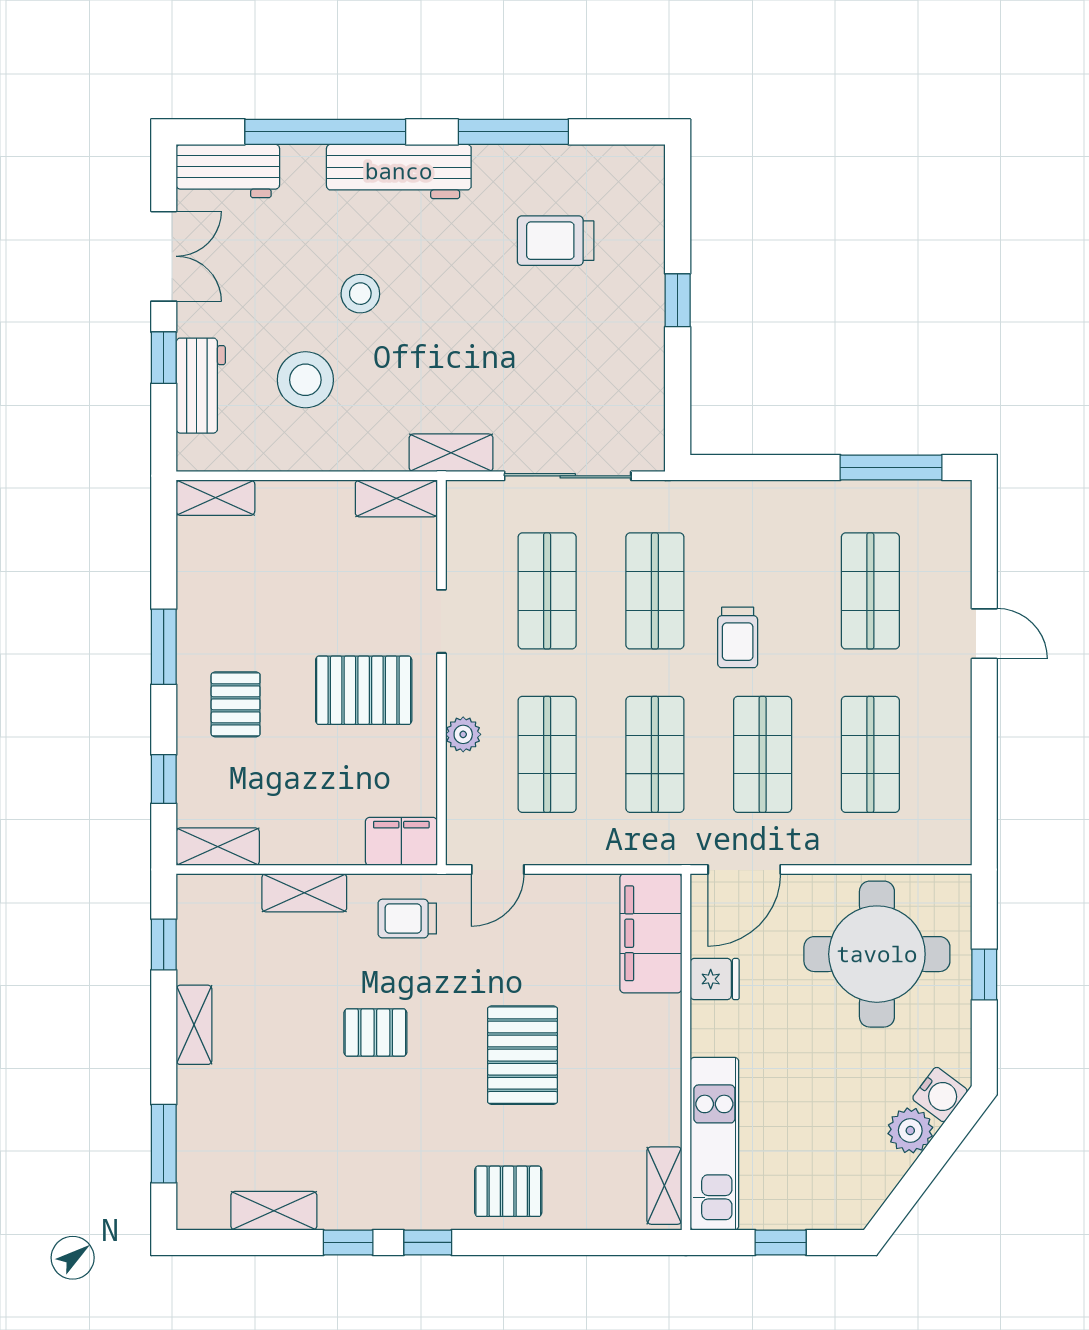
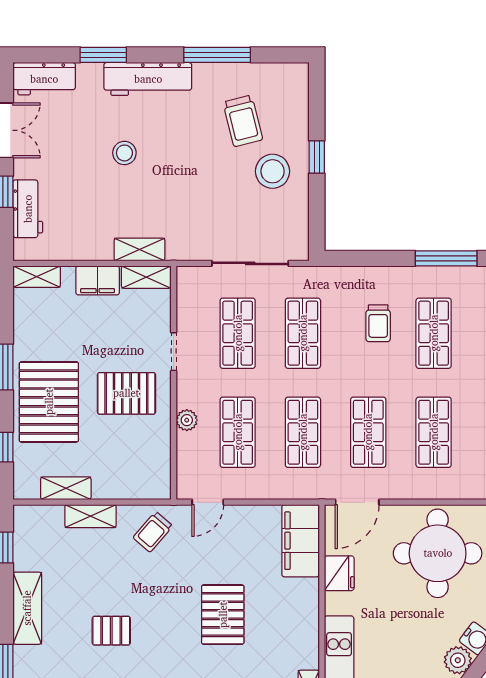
window: (325, 132) -> (103, 55), width x0.47
trolley: (556, 241) -> (243, 121), turned -104
stool: (305, 380) -> (273, 171), moved
shelving: (451, 453) -> (139, 249), moved
trolley: (738, 637) -> (378, 323), moved
pallet: (236, 704) -> (49, 402), width x2.05, depth x2.00
filing cabinet: (401, 841) -> (98, 280), moved, turned 180
shelving: (218, 847) -> (66, 488), moved
trolley: (407, 919) -> (153, 532), turned -49
fridge: (715, 979) -> (339, 573), width x1.38
shelving: (194, 1025) -> (27, 608), width x1.50, depth x1.33
pallet: (375, 1033) -> (111, 631), moved

